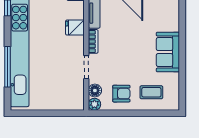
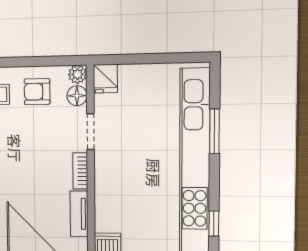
fridge: (75, 28) -> (105, 79), moved, turned 90
window: (7, 67) -> (214, 131), width x0.69

